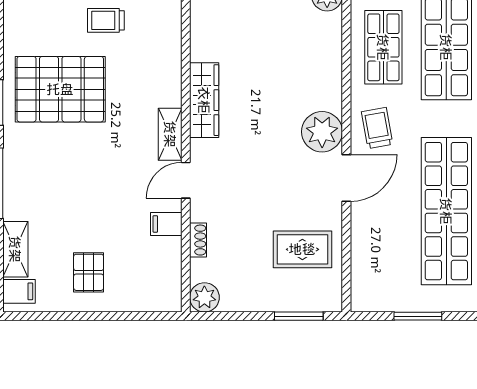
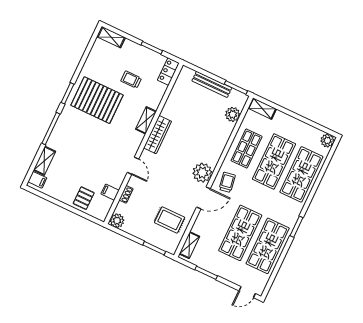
shelving: (170, 134) -> (146, 120), moved
door: (186, 180) -> (133, 166), swing flipped
shop shelf: (446, 211) -> (240, 233), width x0.71
filing cabinet: (166, 224) -> (110, 192), moved
pallet: (89, 272) -> (84, 198), moved
shelving: (362, 279) -> (189, 245), added

